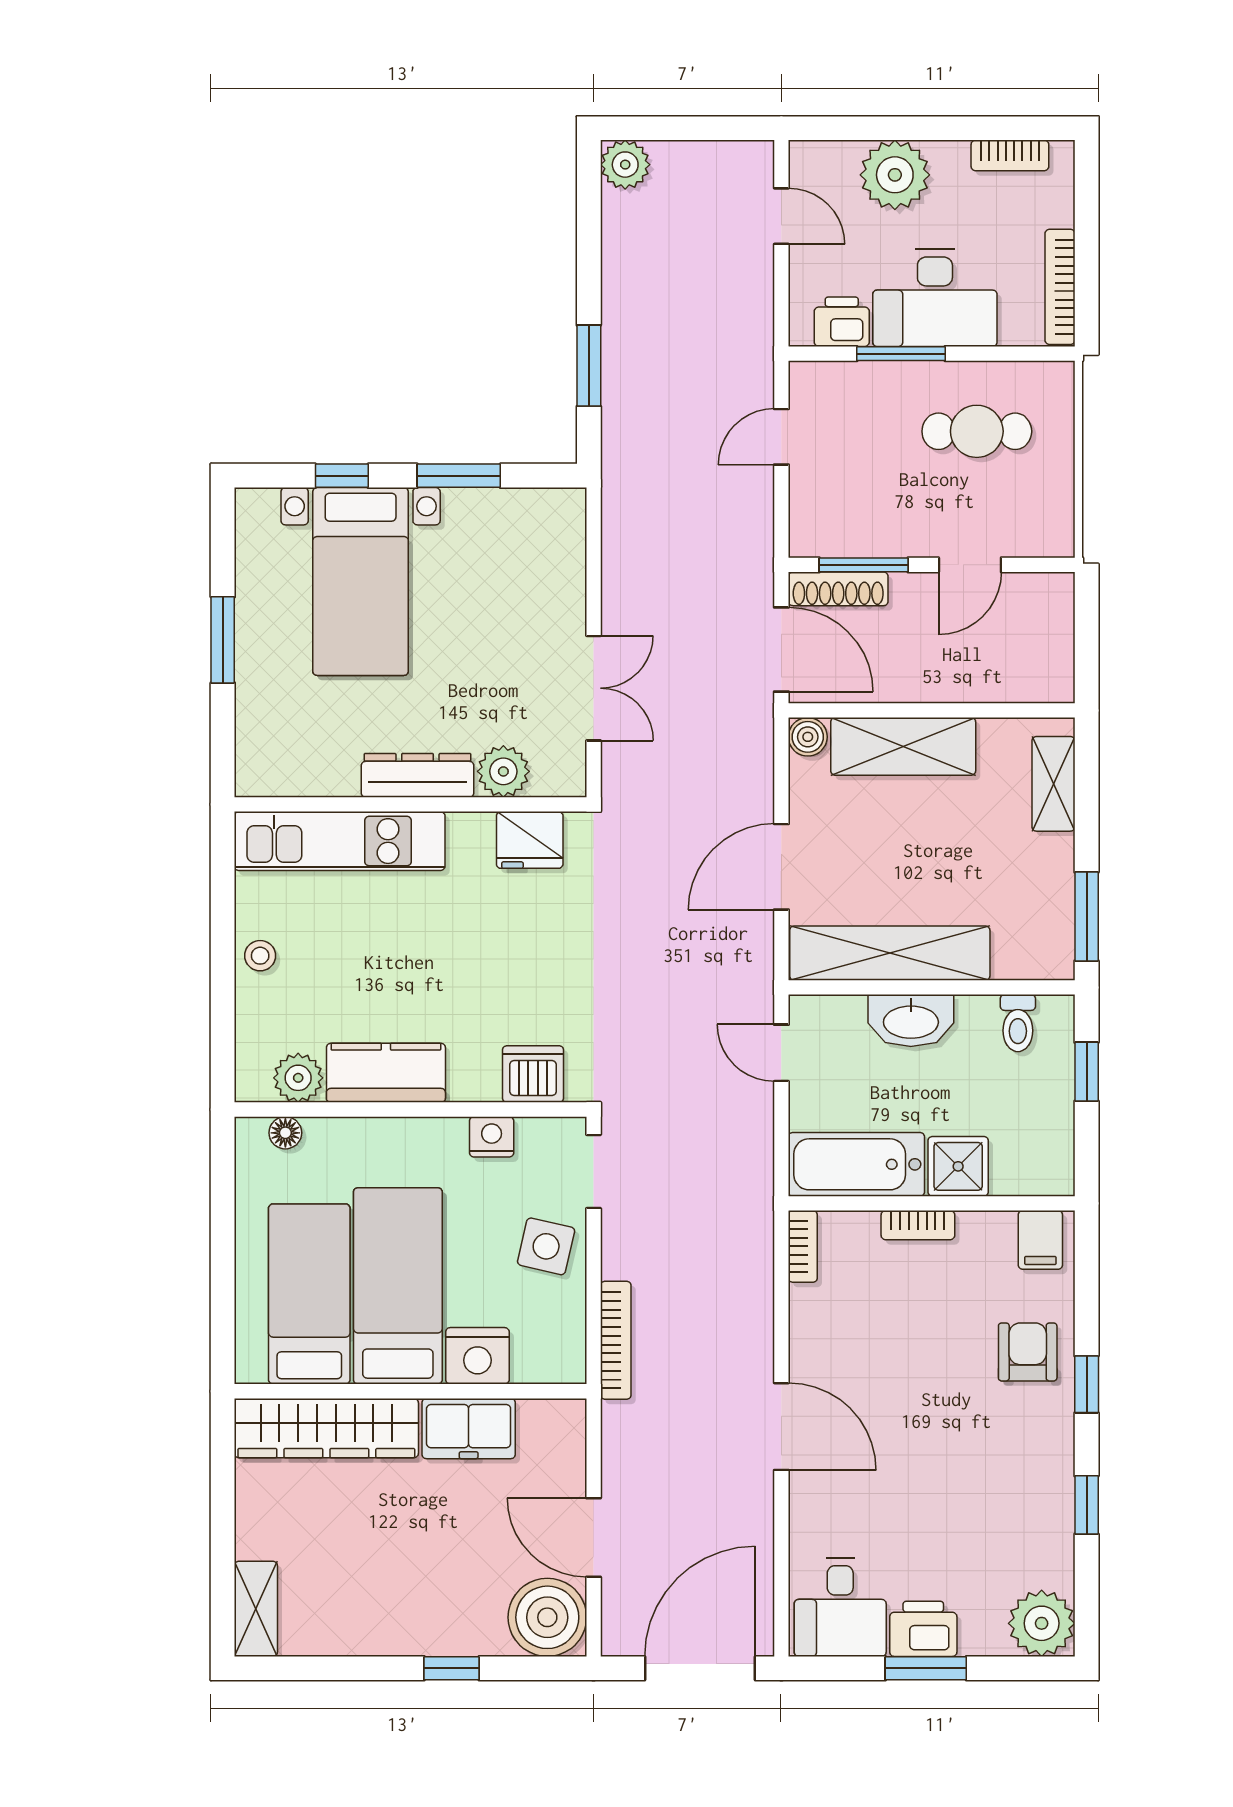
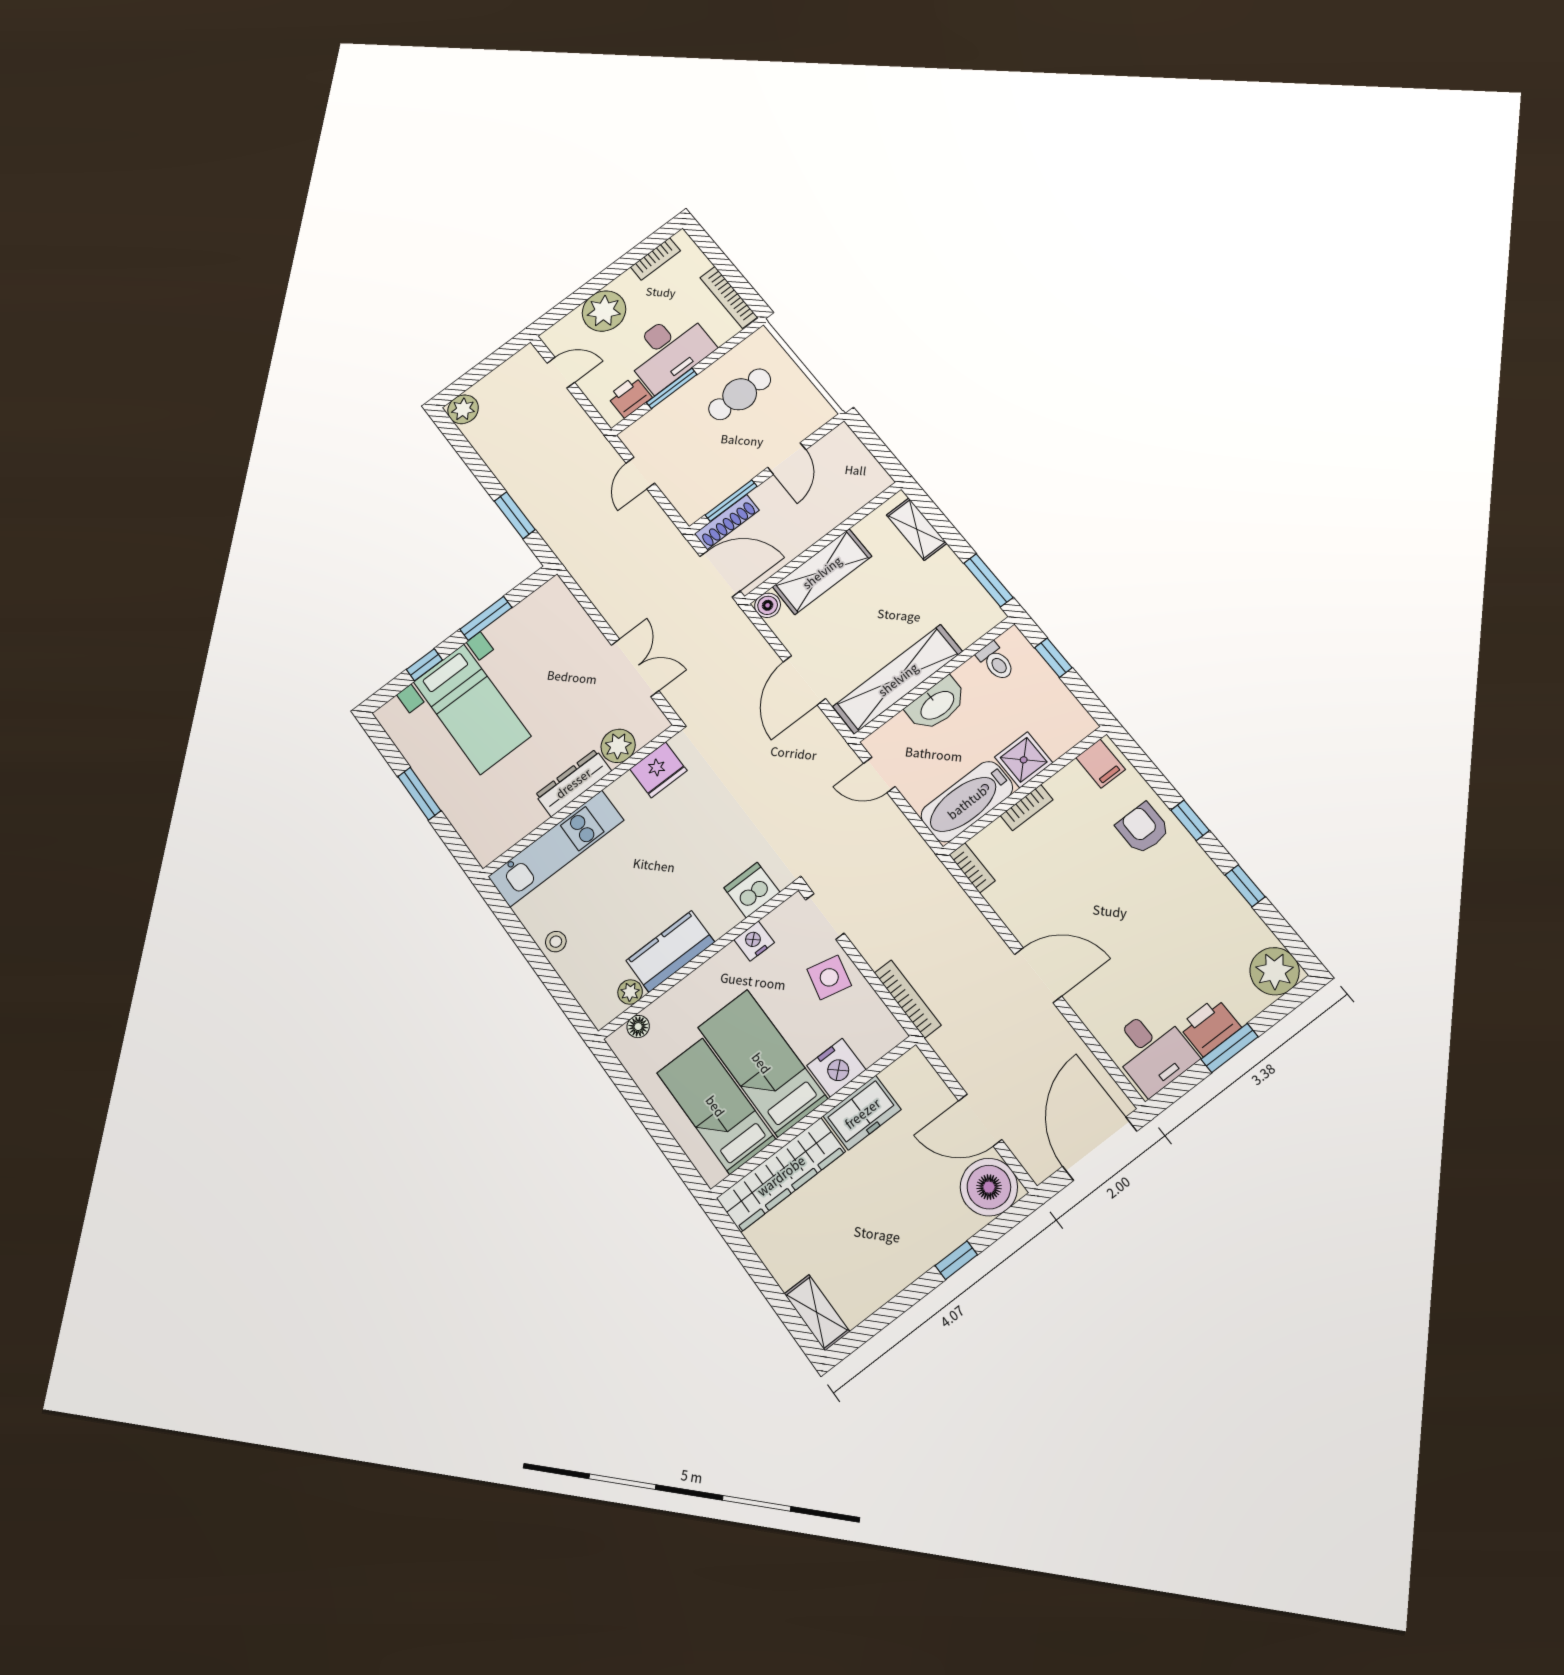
plant: (298, 1078) -> (630, 992), width x0.73, depth x0.73

